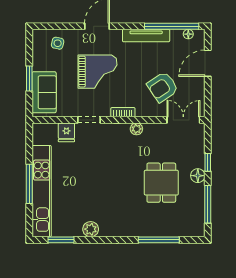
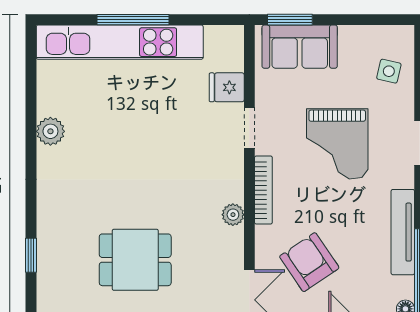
window: (29, 79) -> (290, 20), moved
bookcase: (123, 112) -> (263, 190), width x1.56
window: (61, 240) -> (31, 77), removed
window: (159, 240) -> (31, 255), width x0.46

